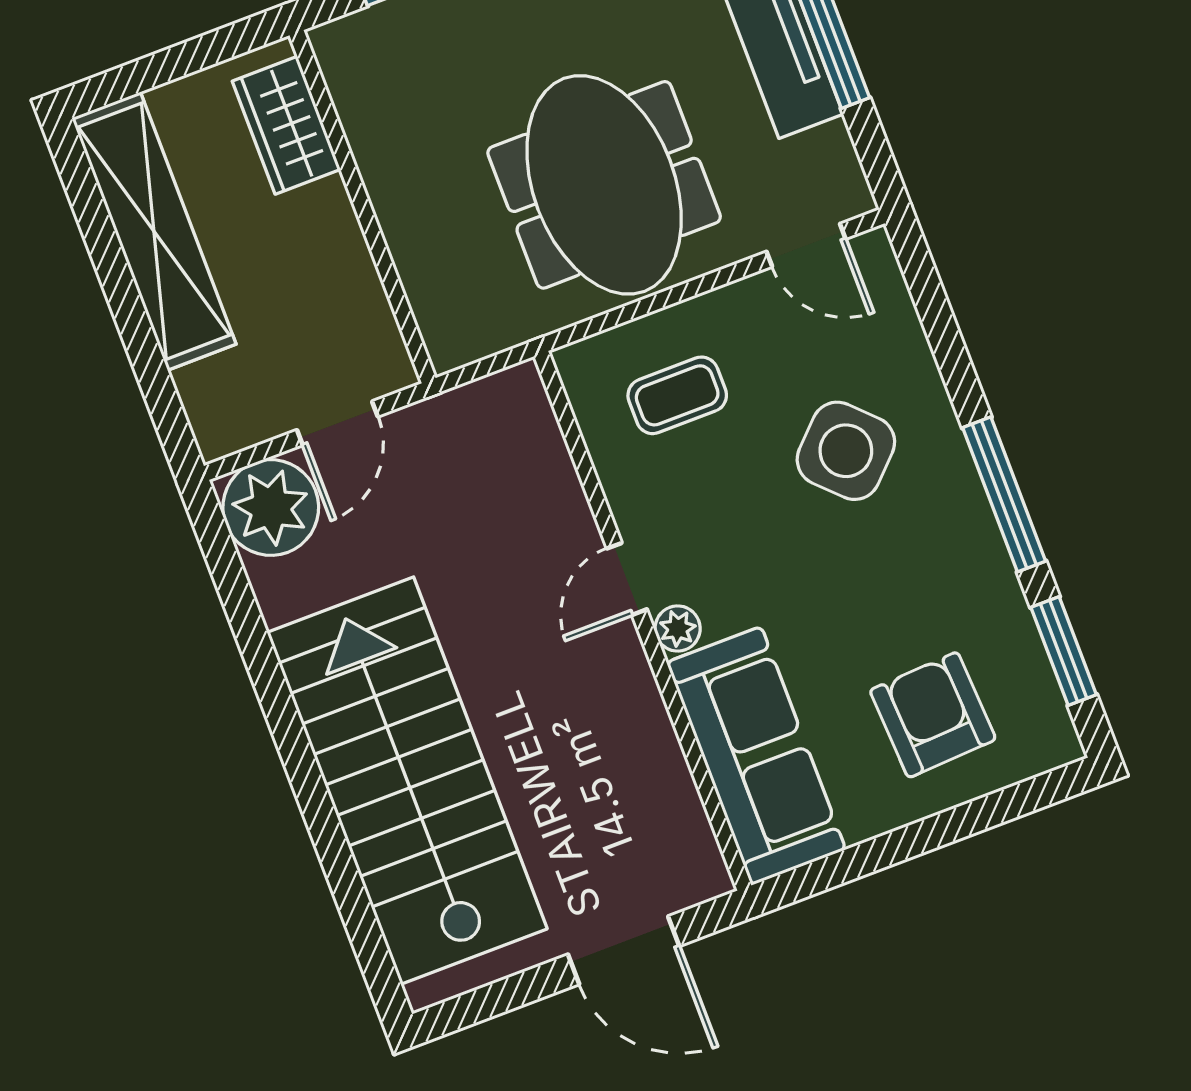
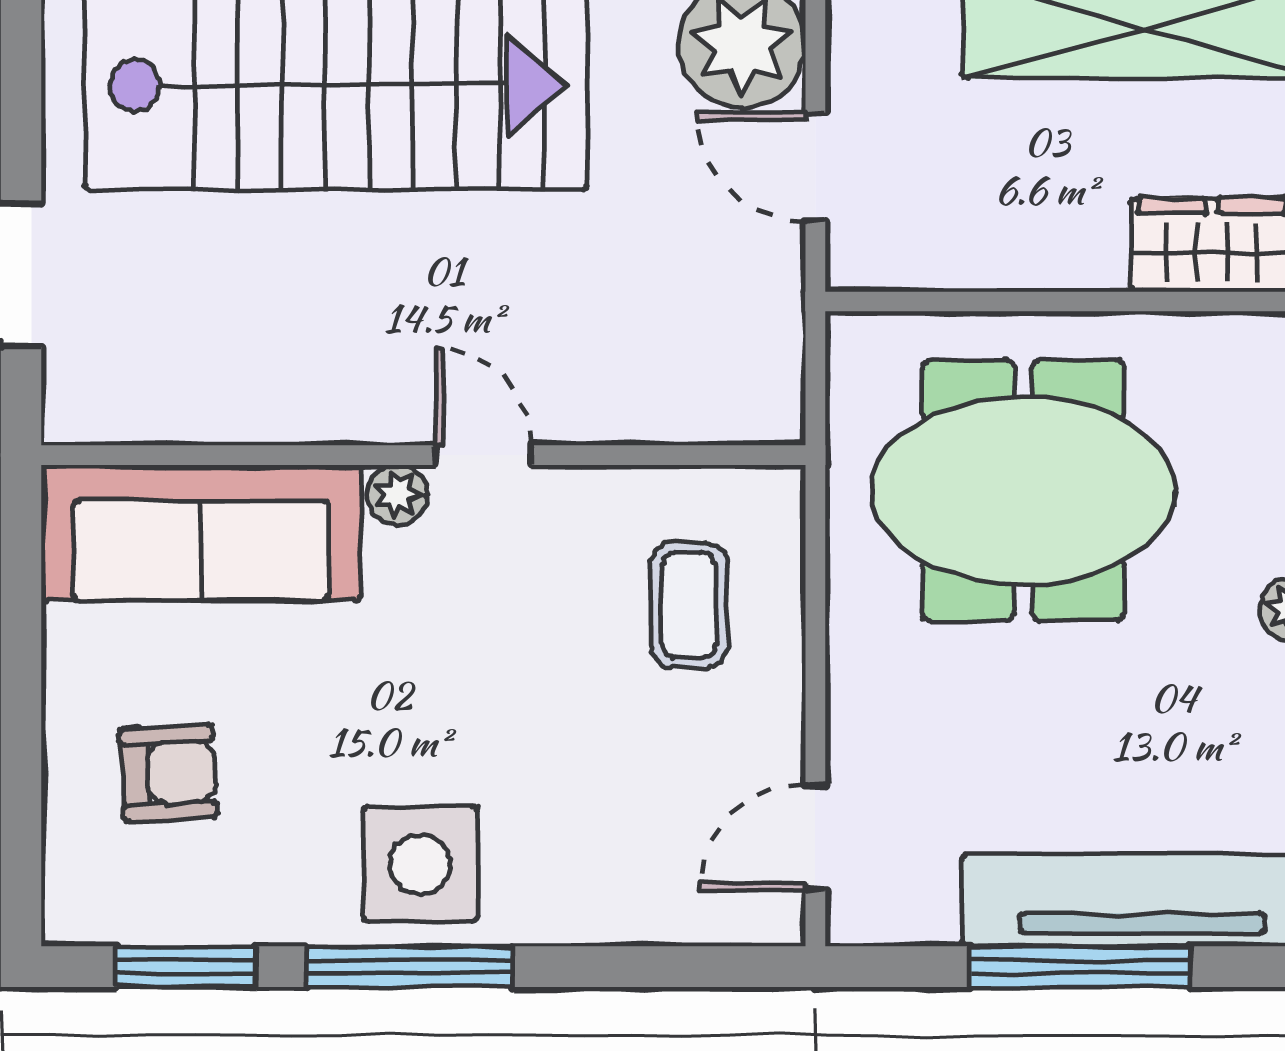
meeting table: (604, 185) -> (1023, 490), moved
side table: (846, 451) -> (420, 864), moved, turned 45
armchair: (933, 715) -> (168, 773), width x0.72, depth x0.72

